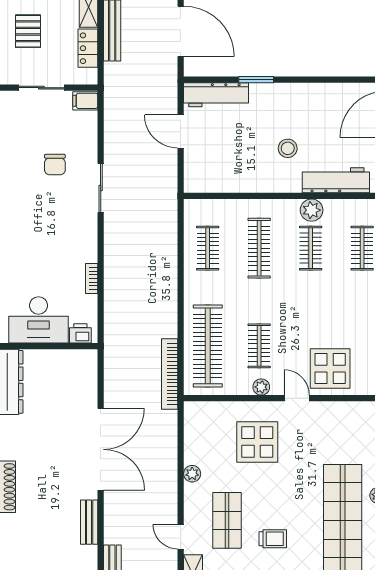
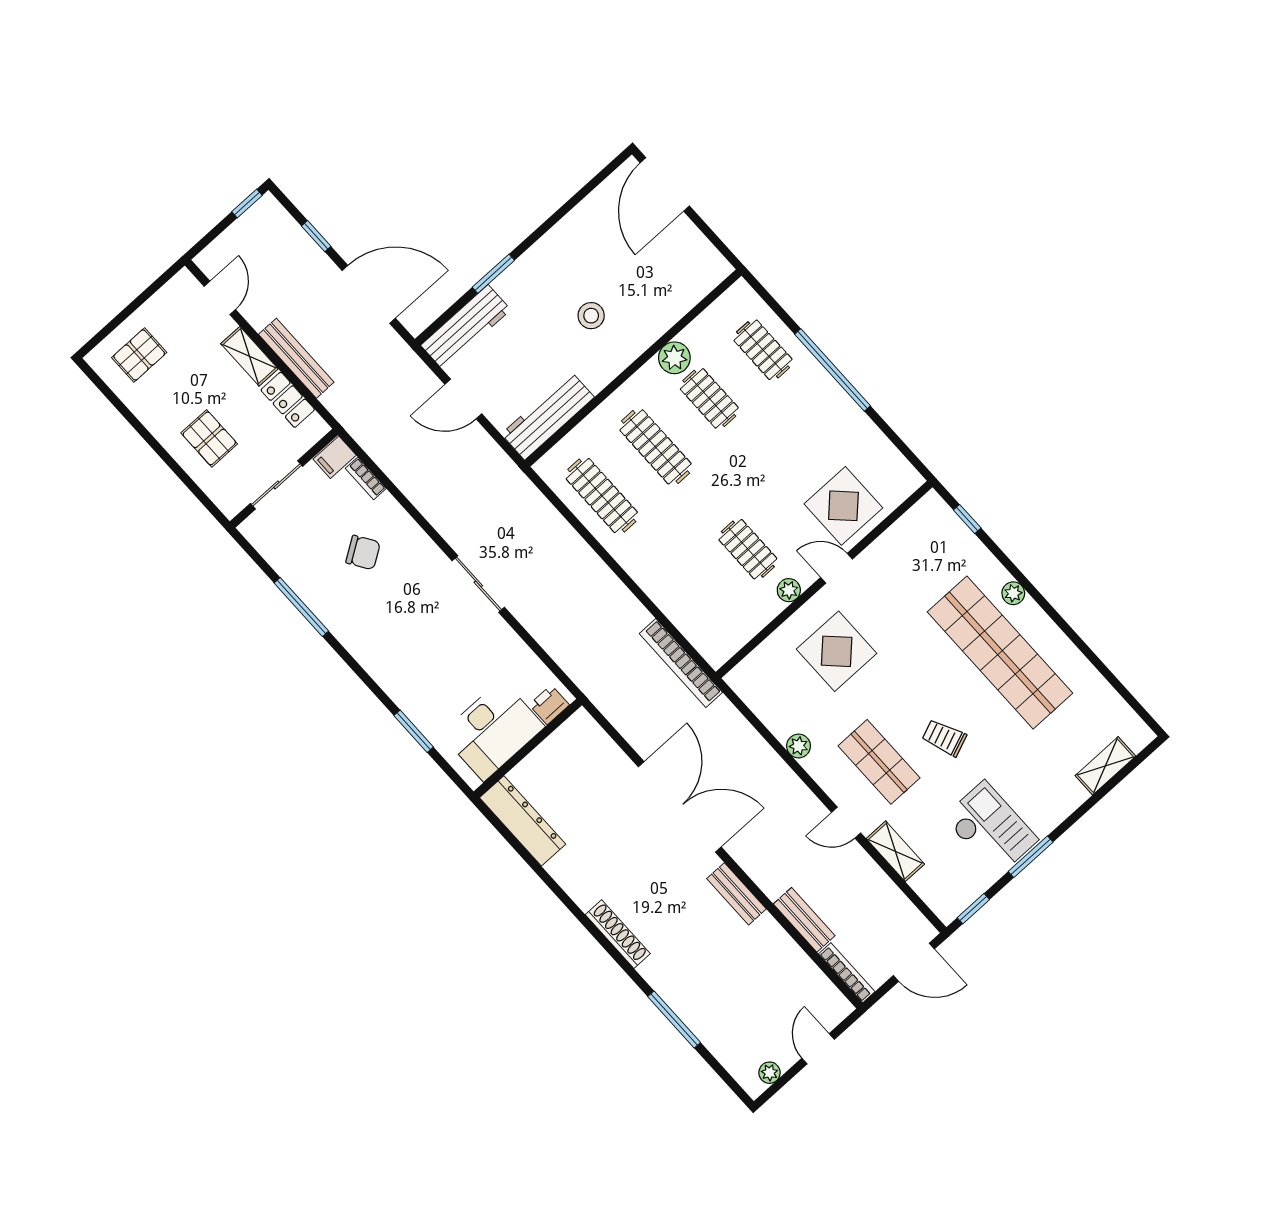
chair: (55, 165) -> (363, 552), turned -33
workbench: (336, 180) -> (548, 416), moved
sliding door: (101, 188) -> (478, 584), moved
clothes rail: (208, 248) -> (602, 496), width x1.36
bookcase: (92, 279) -> (366, 478), moved
clothes rail: (208, 346) -> (694, 598), removed
trolley: (273, 539) -> (944, 738), turned -112

